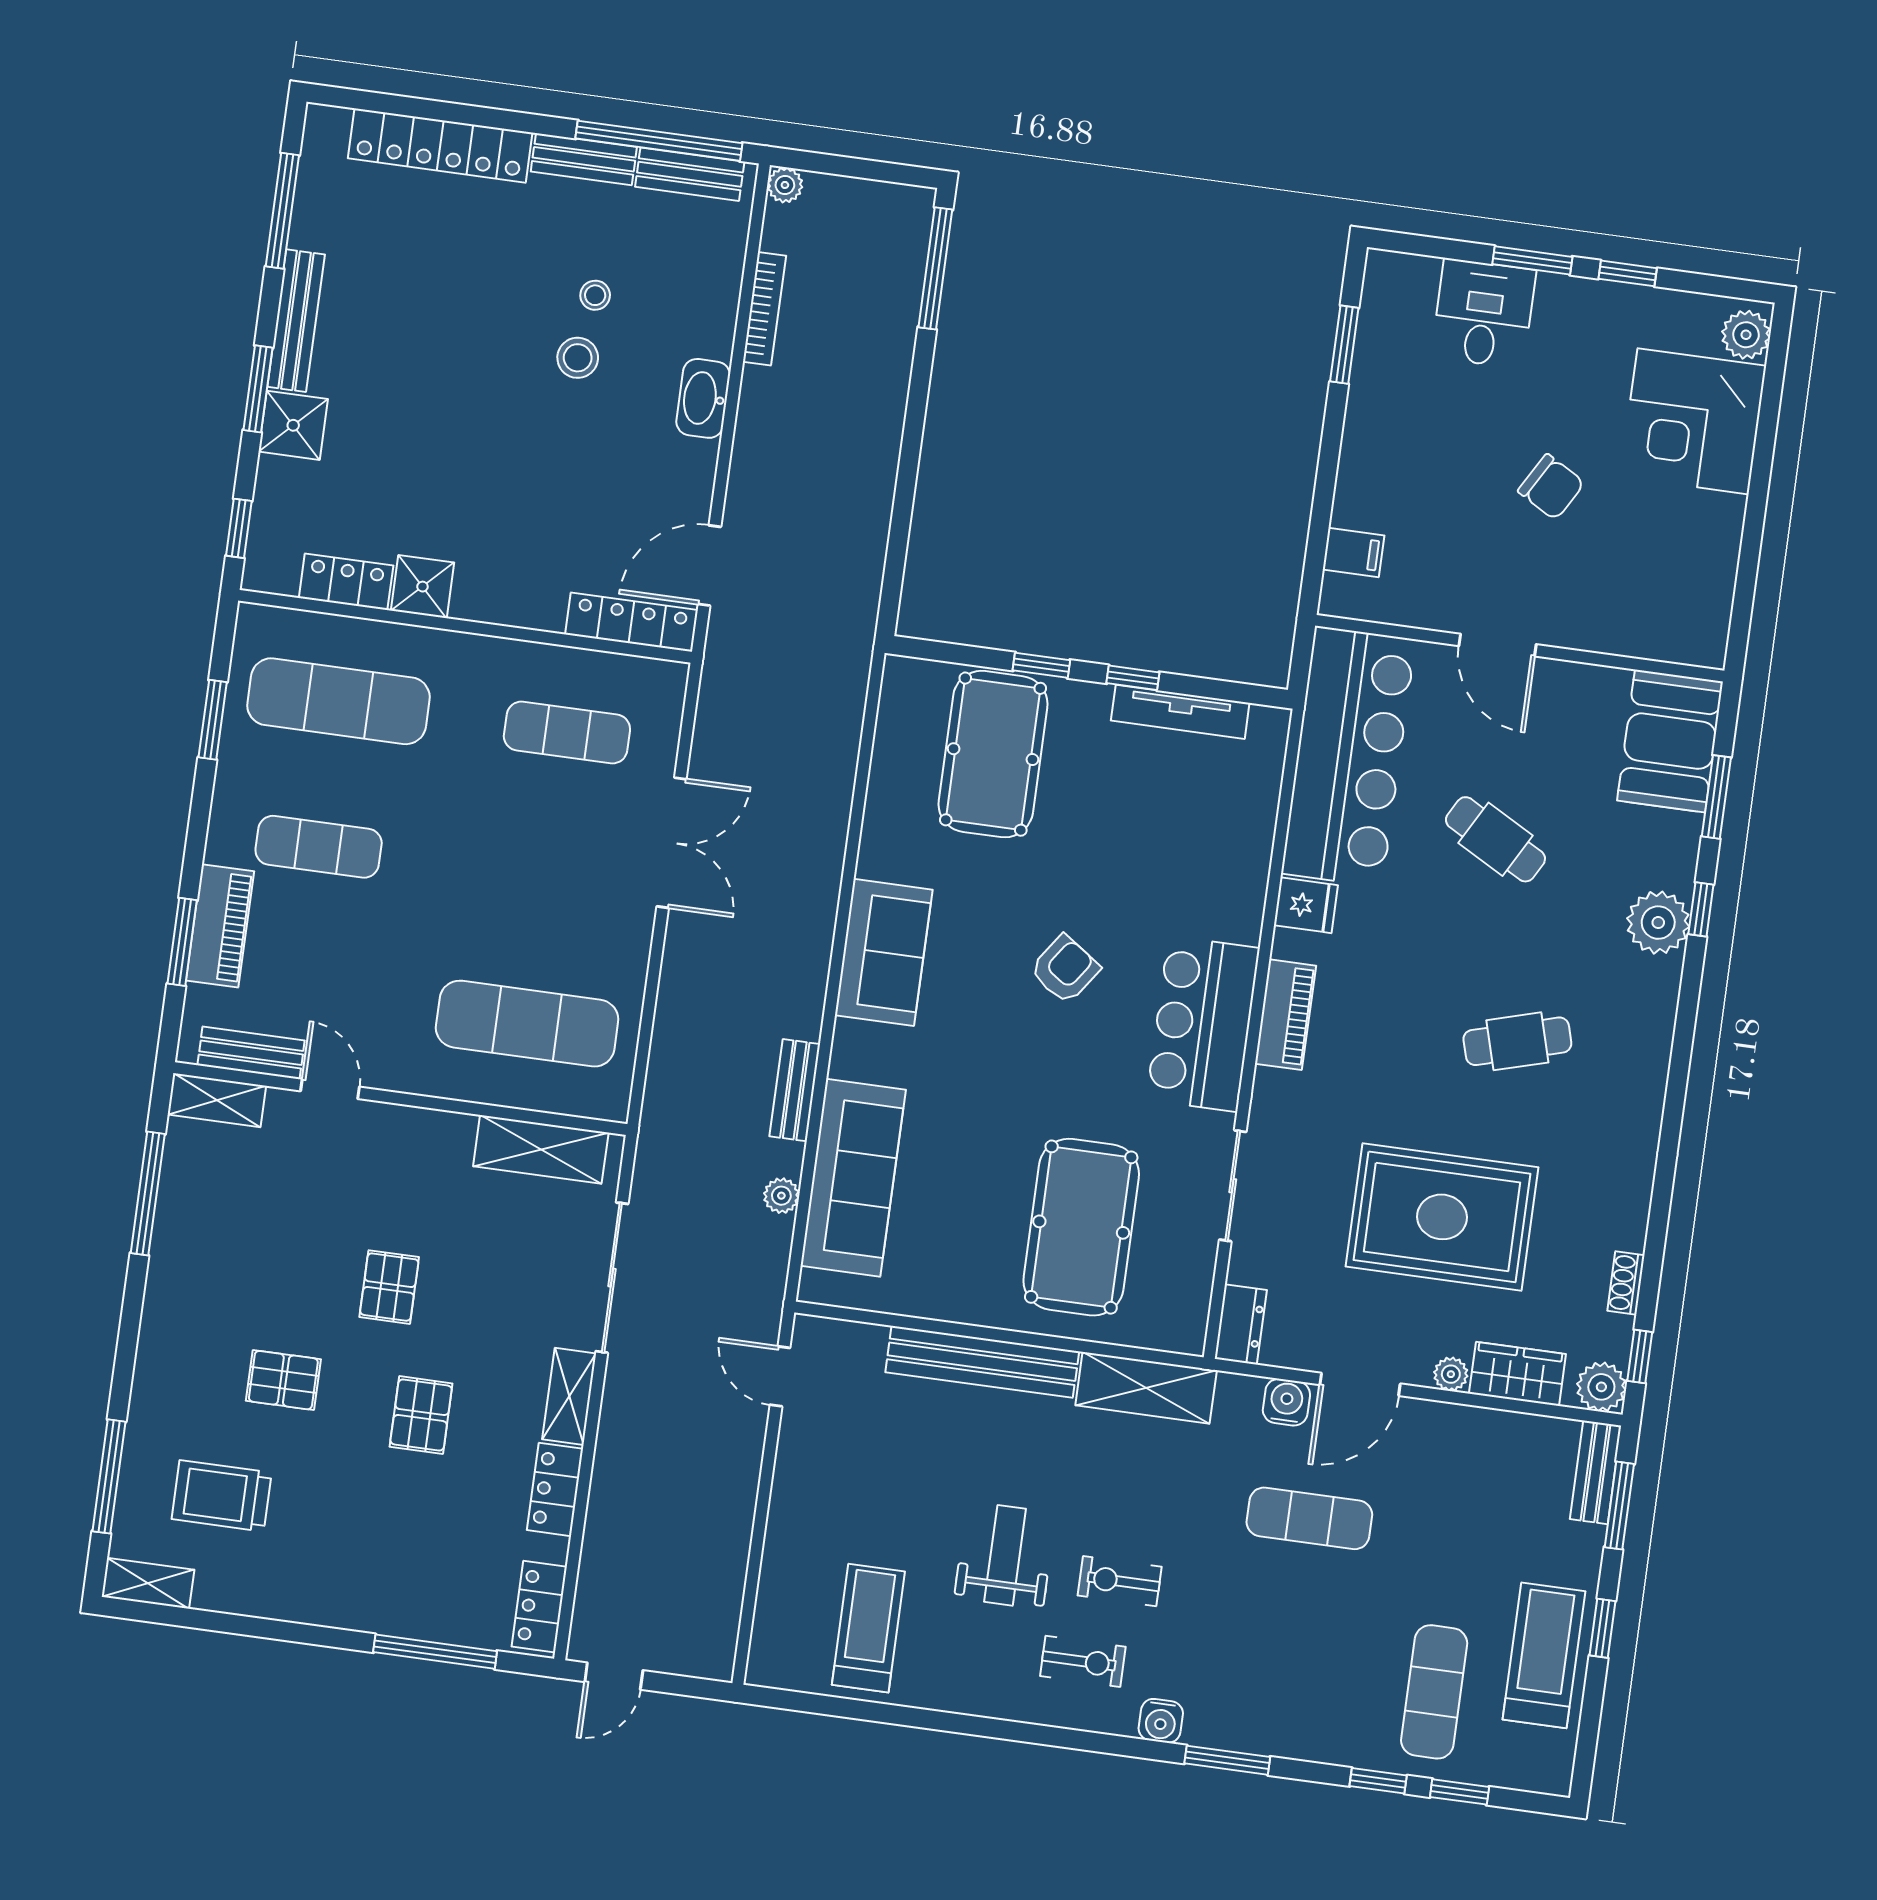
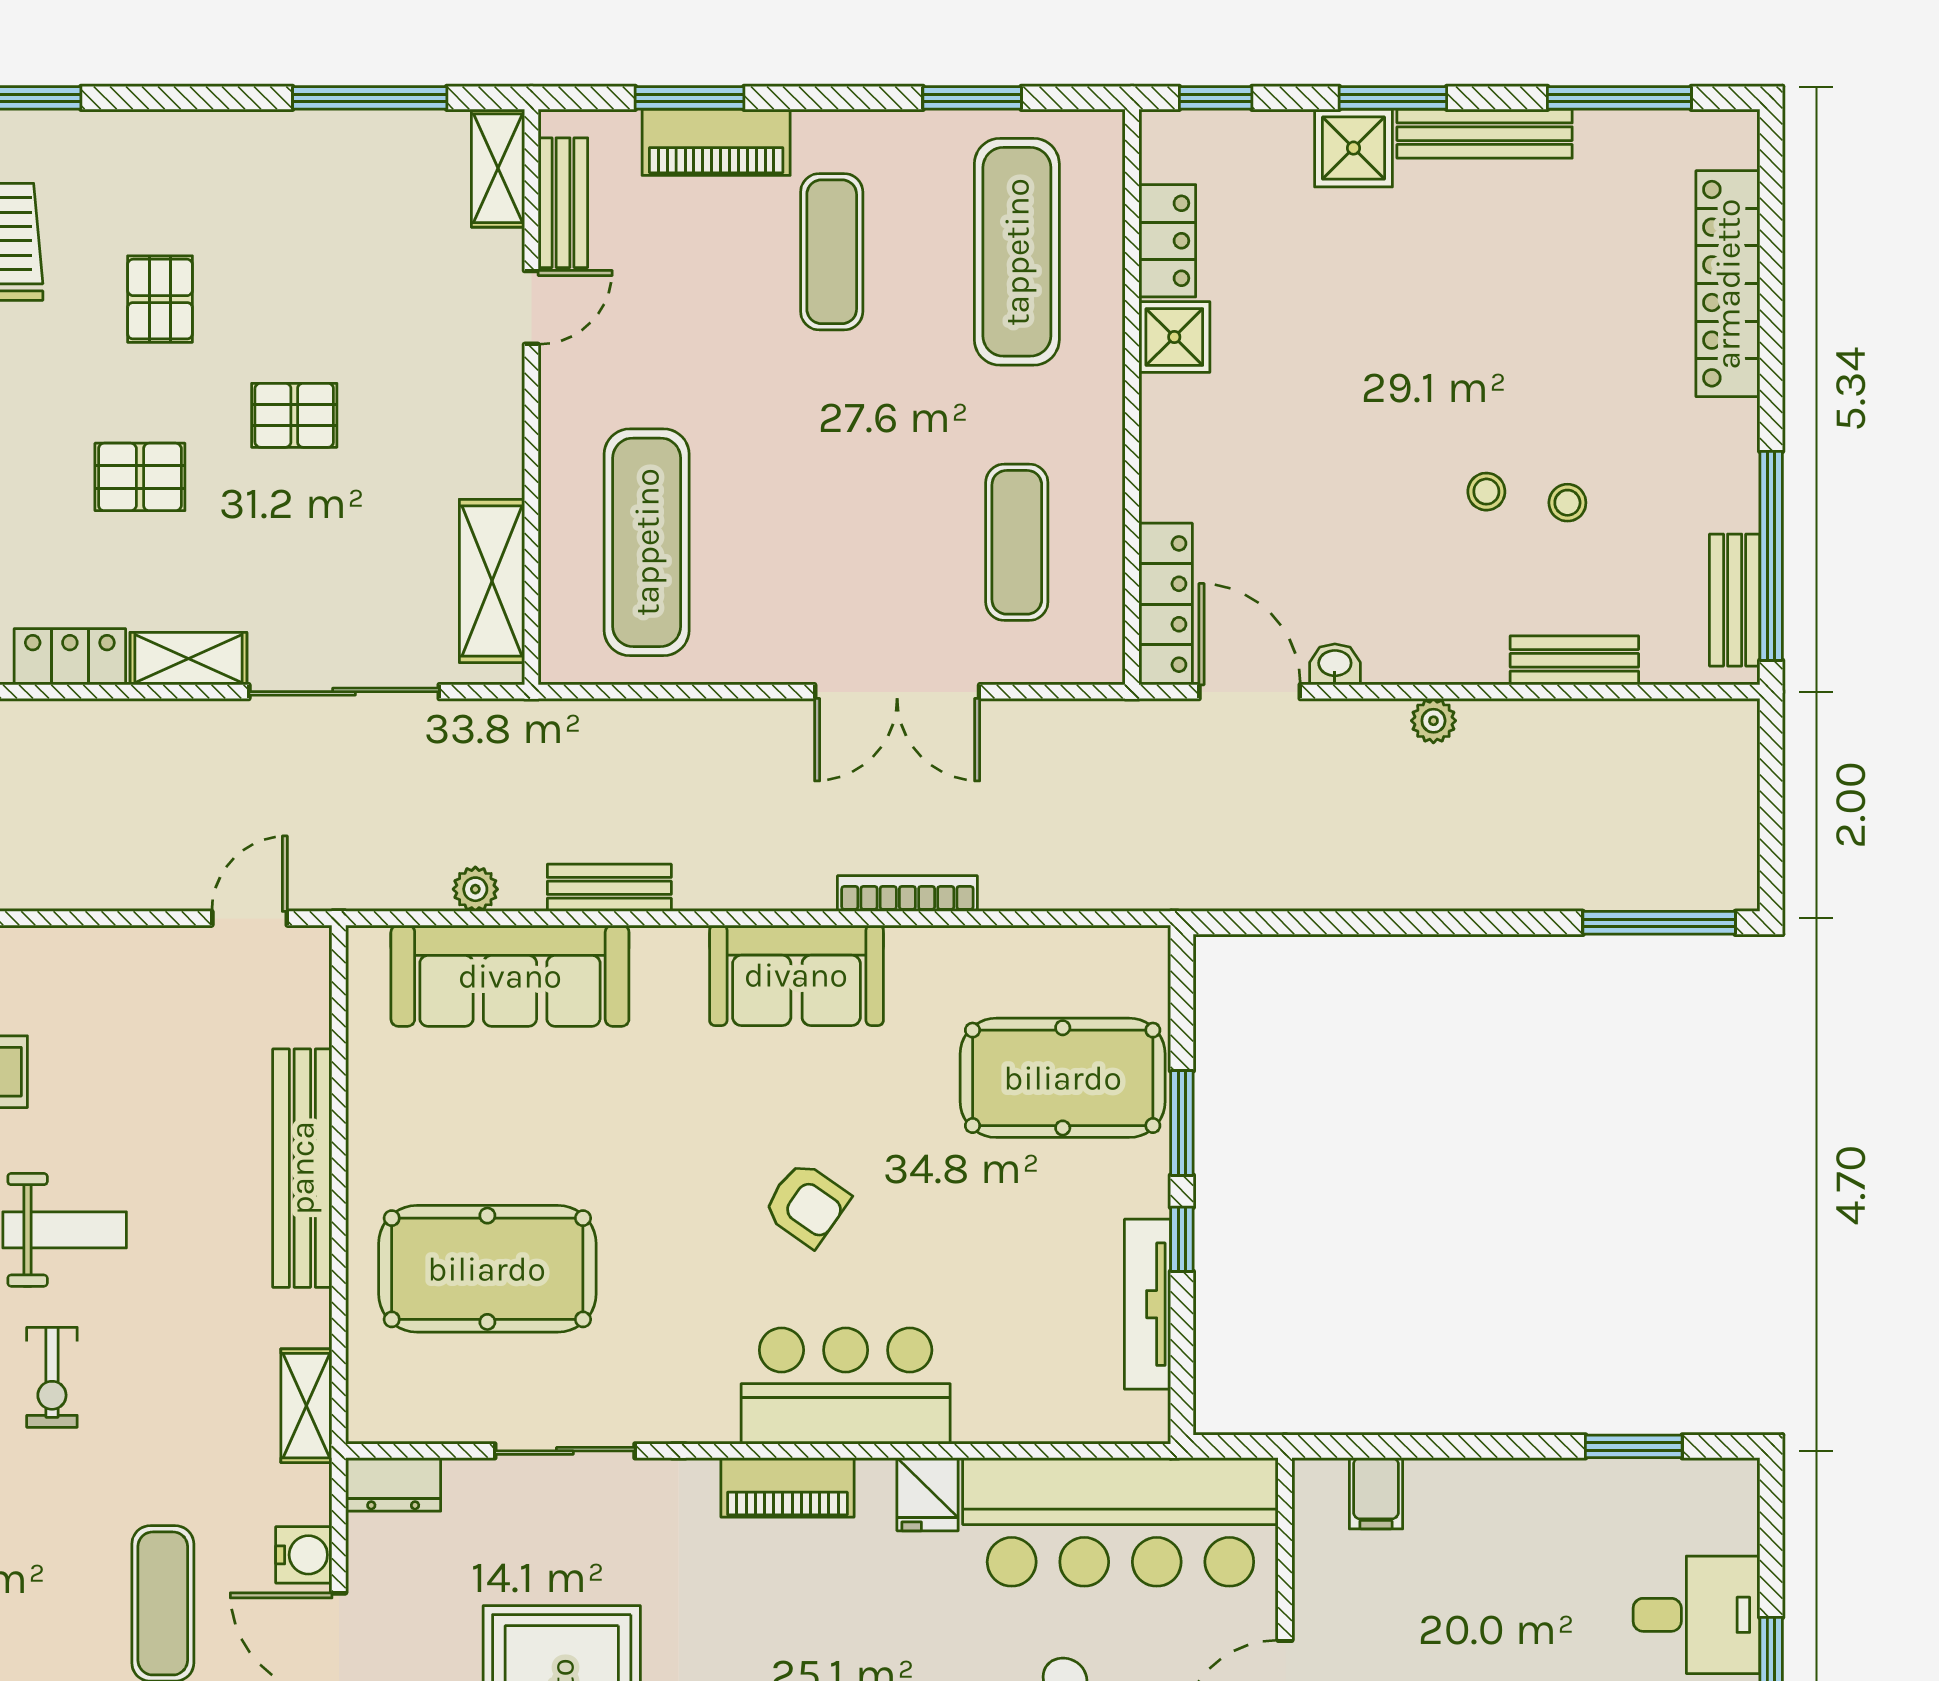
bench: (584, 159) -> (1574, 660), moved, turned 90
plant: (785, 185) -> (1433, 721), moved
bookcase: (764, 309) -> (907, 894), moved, turned 180
stool: (578, 358) -> (1486, 492), width x0.73, depth x0.73
washbasin: (703, 398) -> (1335, 664), moved, width x0.52, depth x0.69
window: (1041, 665) -> (1182, 1123), width x1.50
bar counter: (1203, 1024) -> (846, 1386), moved
shelving: (1146, 1388) -> (306, 1406), width x0.67, depth x0.75
exercise bike: (1120, 1581) -> (52, 1377), turned 180

